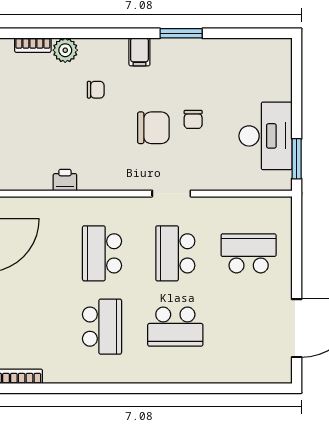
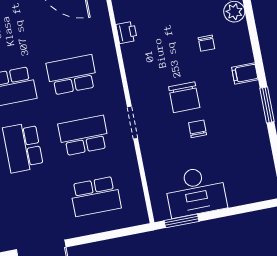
chair: (193, 119) -> (197, 129), turned 90
school desk: (249, 253) -> (95, 196), turned 90

